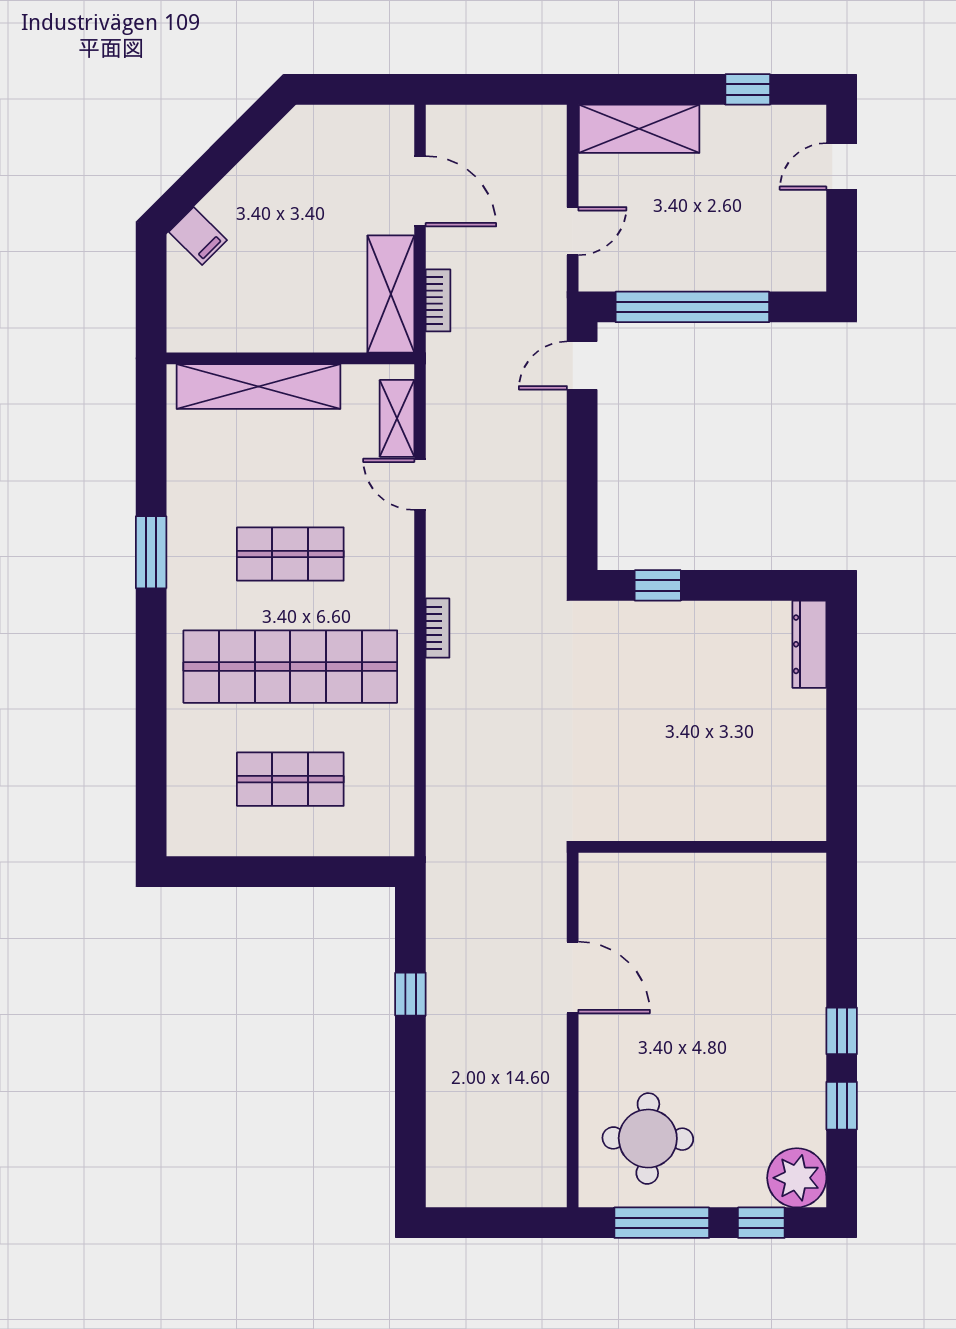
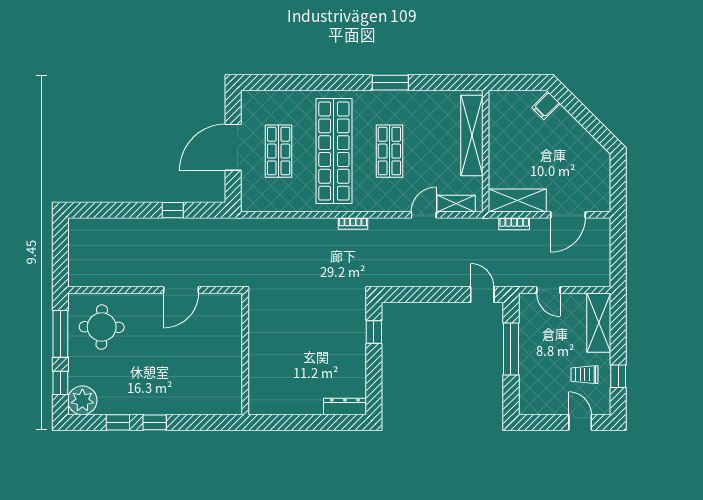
trolley: (745, 158) -> (584, 375), added
window: (692, 307) -> (511, 349), width x0.68
door: (282, 872) -> (233, 147), added

